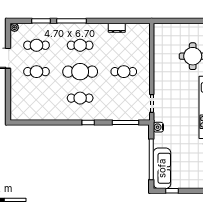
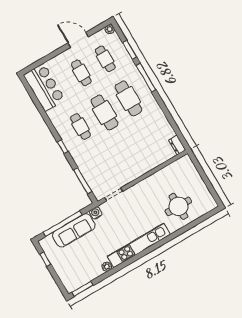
dresser: (117, 28) -> (177, 145), moved
cafe table: (80, 45) -> (128, 98), width x1.37, depth x1.35
cafe table: (124, 72) -> (128, 152), removed
bar counter: (31, 109) -> (44, 87), added
sofa: (162, 168) -> (74, 230), moved

